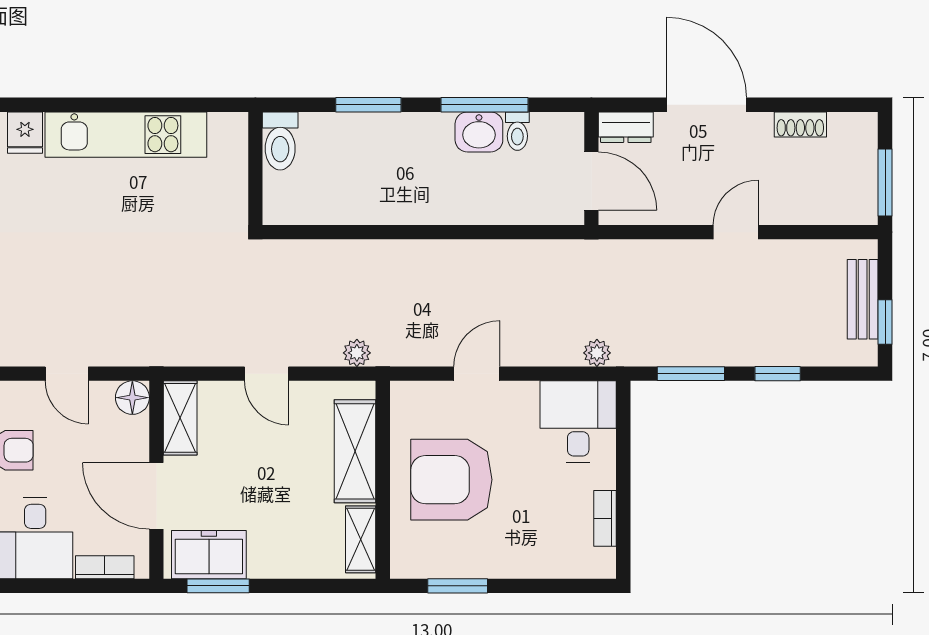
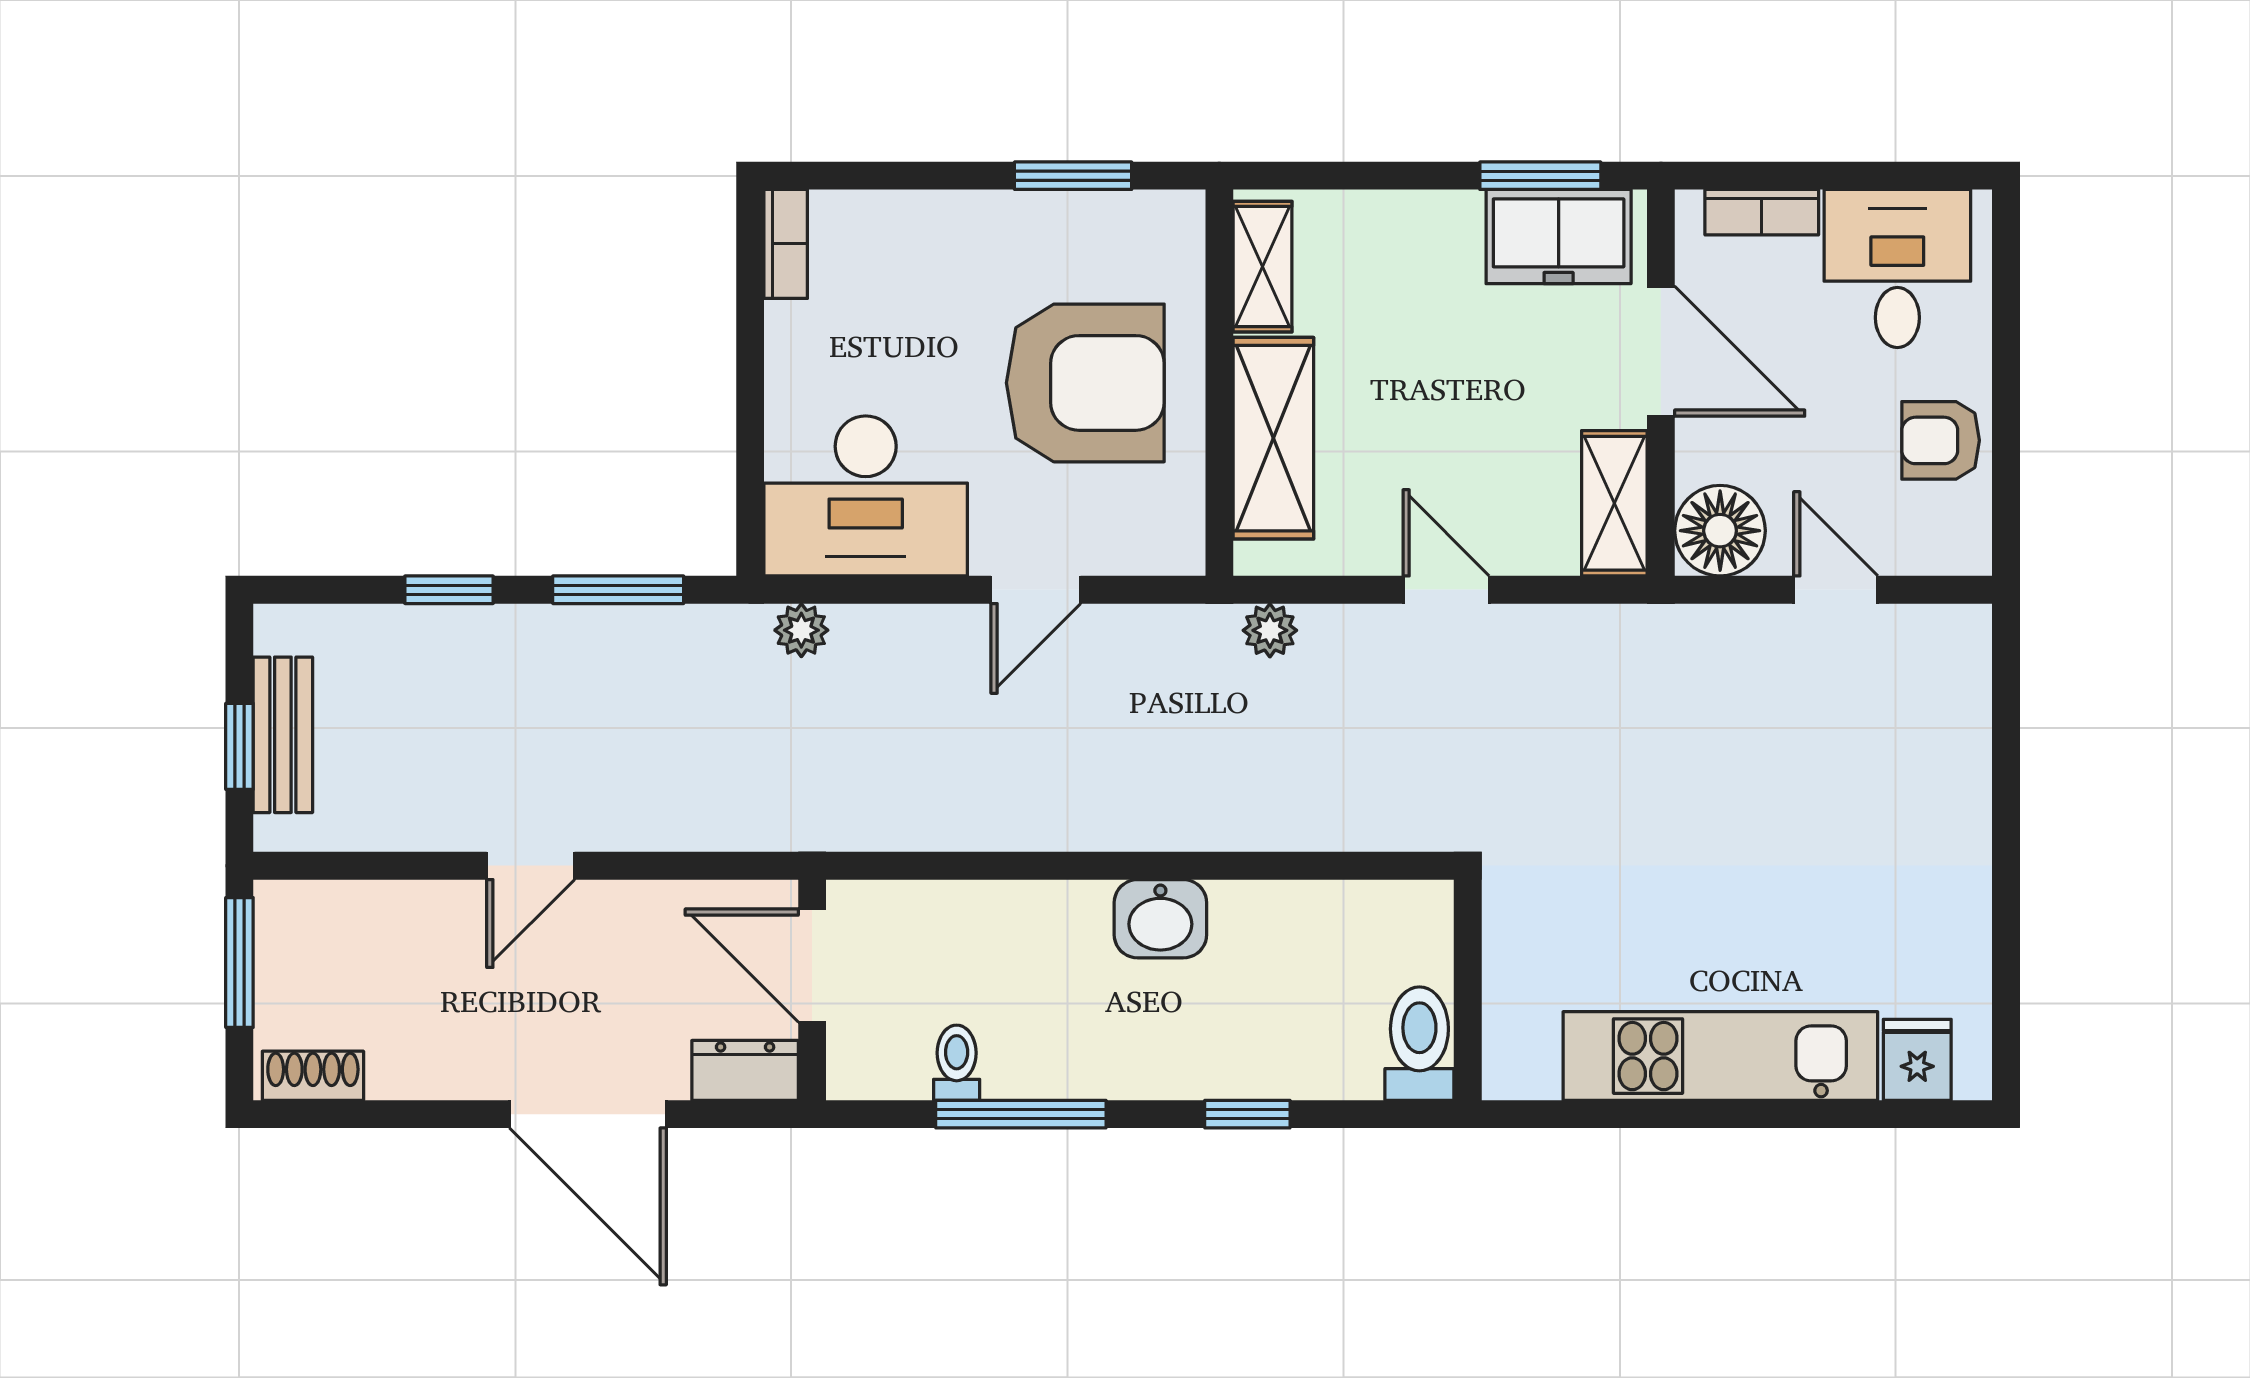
window: (368, 105) -> (1247, 1114), width x0.67
shoe rack: (800, 124) -> (313, 1076), moved
washbasin: (479, 132) -> (1160, 919), moved, turned 180
window: (885, 322) -> (239, 746), moved
floor lamp: (132, 398) -> (1720, 531), width x1.38, depth x1.38
desk: (578, 422) -> (866, 496), width x1.37
bookcase: (605, 518) -> (786, 244), moved

